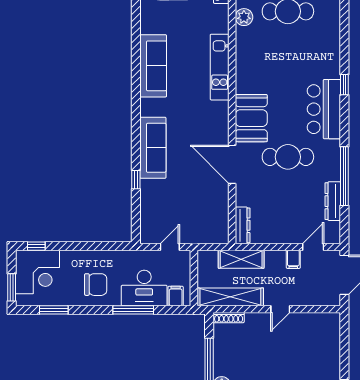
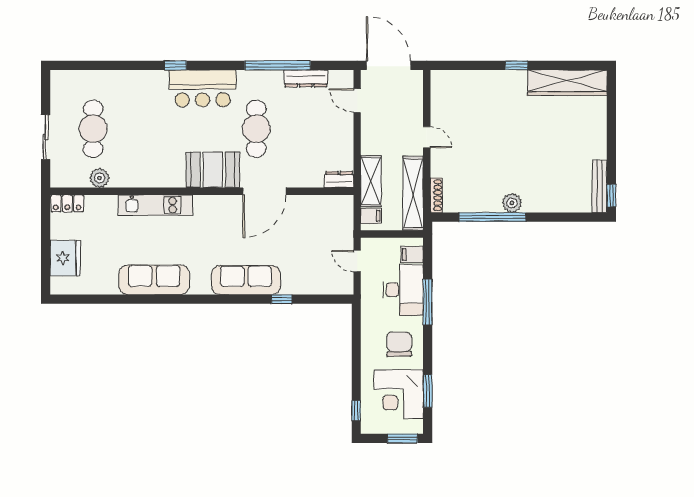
dresser: (243, 225) -> (339, 180), width x0.70
filing cabinet: (293, 259) -> (371, 216), moved
corner desk: (37, 272) -> (399, 394), moved, turned 180

